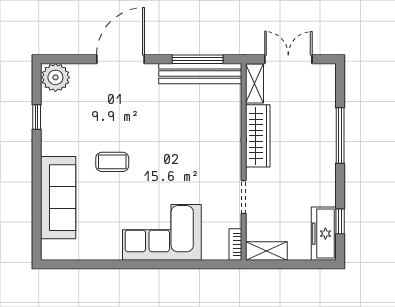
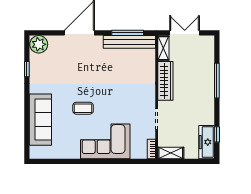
coffee table: (112, 162) -> (83, 108), moved

